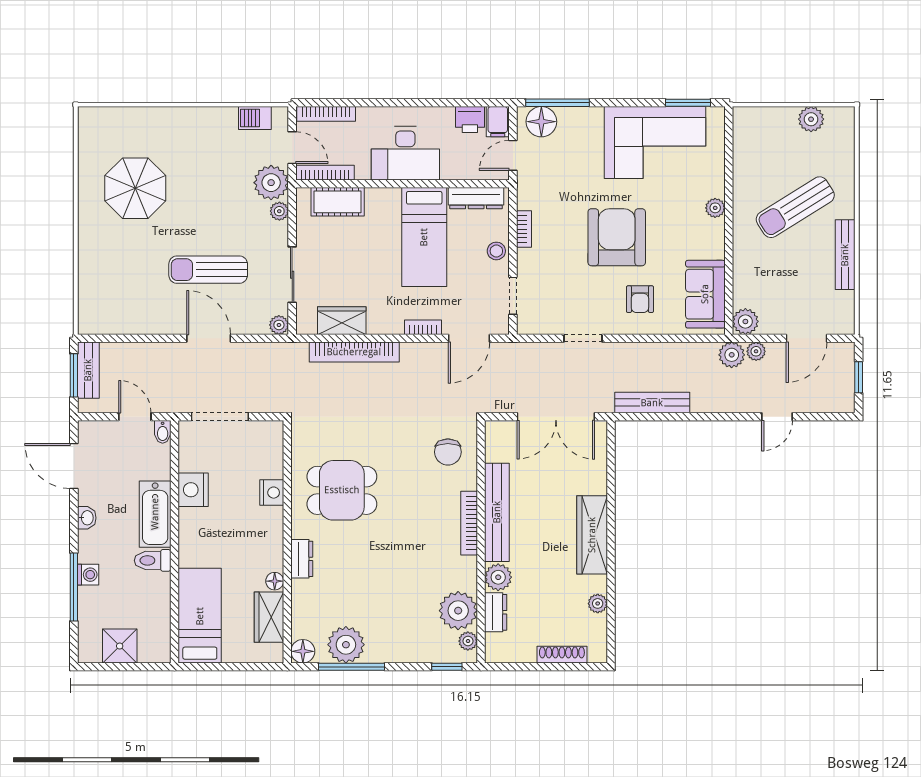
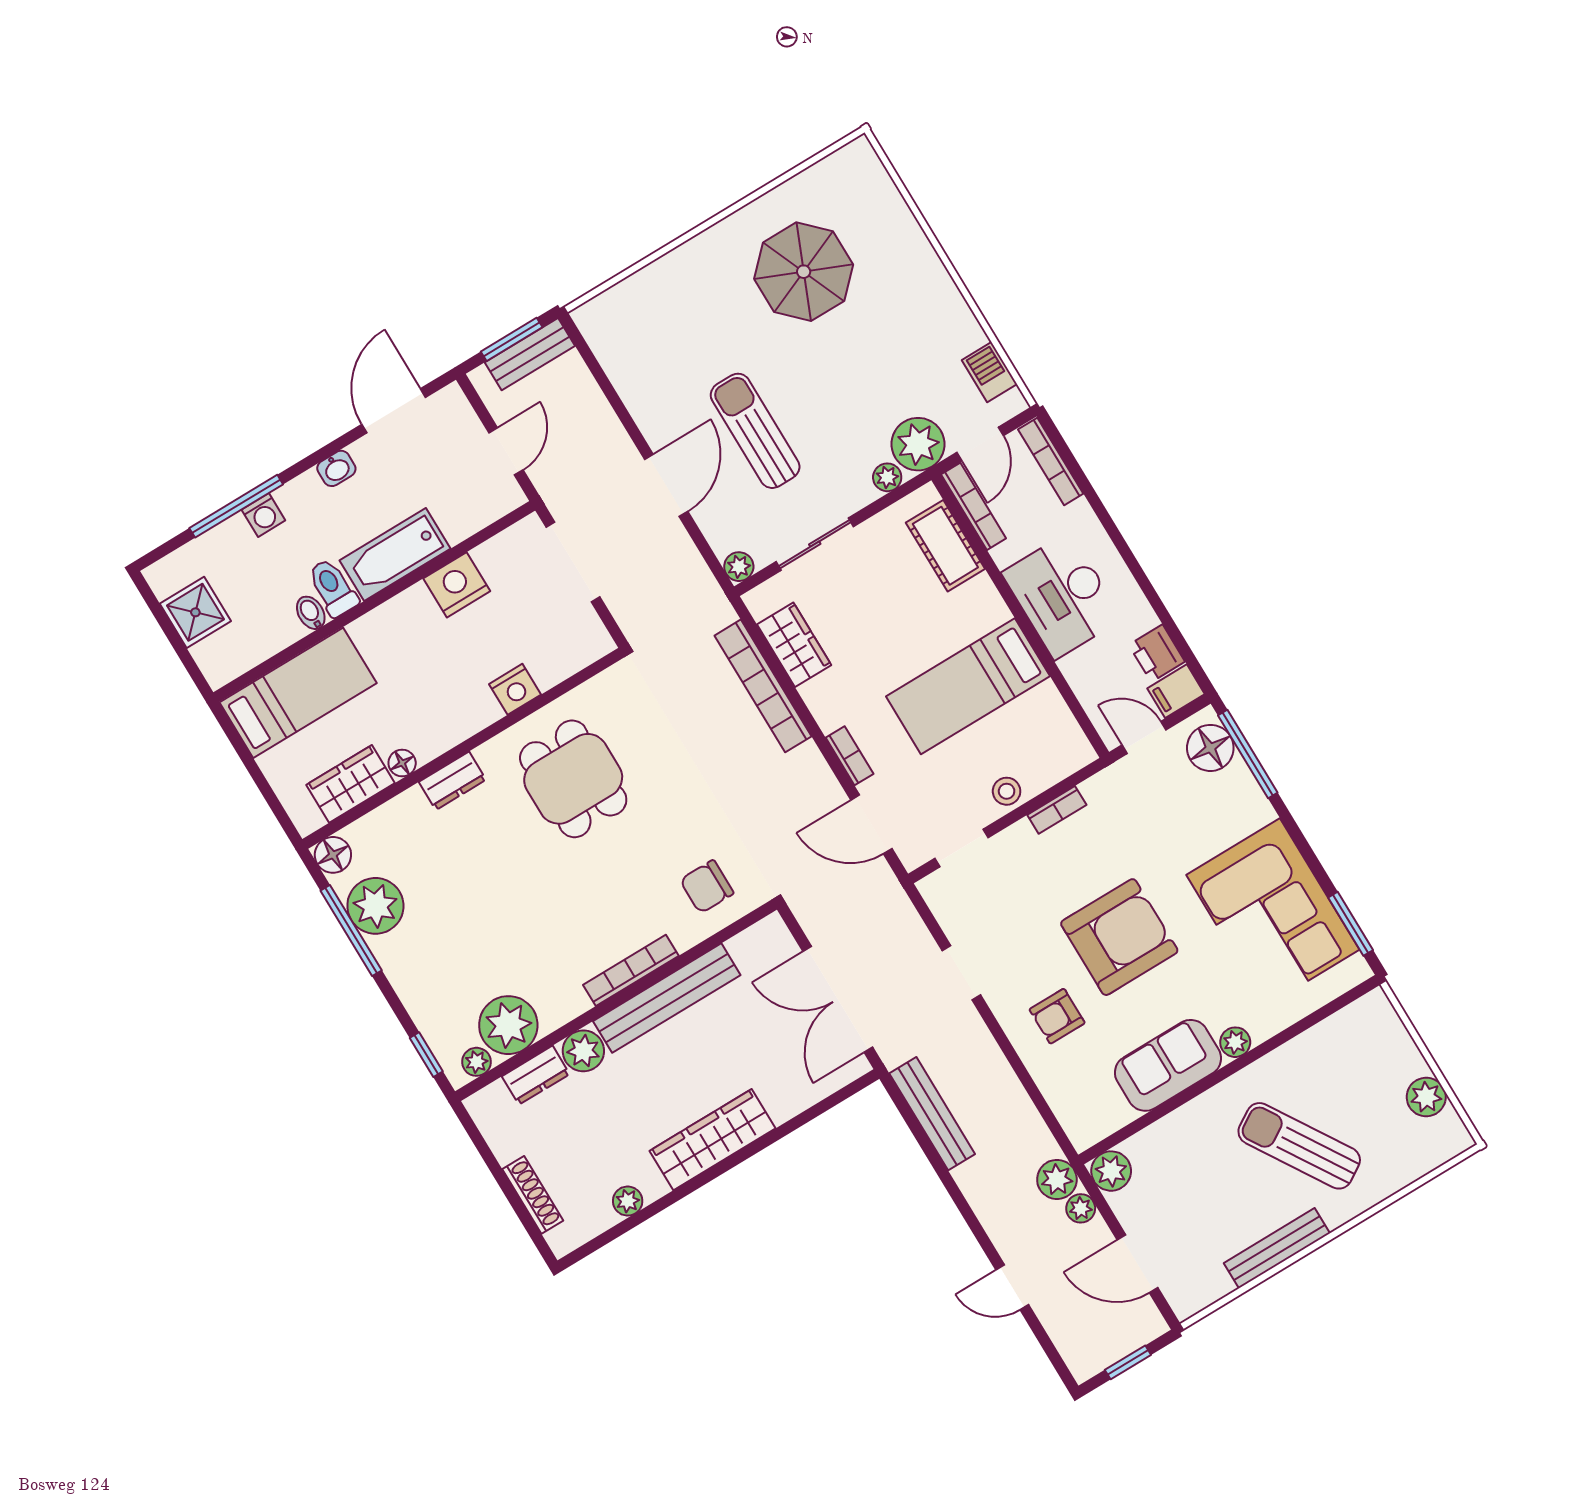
dresser: (476, 198) -> (1059, 723), removed
sofa: (705, 294) -> (1168, 1065), moved
bidet: (163, 432) -> (311, 613), moved, turned 90

